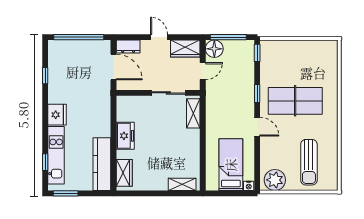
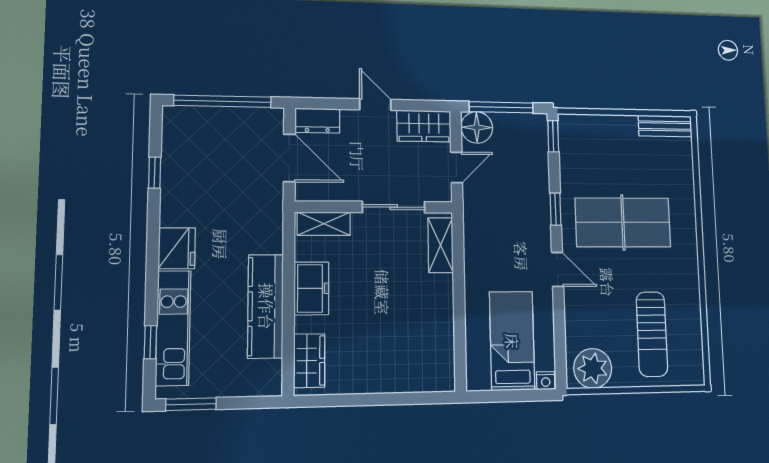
bench: (322, 46) -> (665, 126), added
kitchen counter: (102, 164) -> (266, 306), moved
shelving: (182, 184) -> (324, 224), moved

